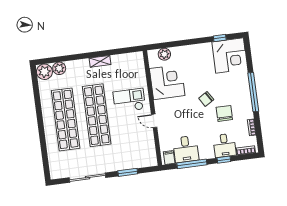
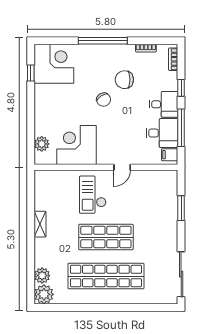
shop shelf: (97, 115) -> (106, 237), width x0.71
desk: (225, 145) -> (164, 104), moved
sliding door: (88, 178) -> (181, 274), moved

